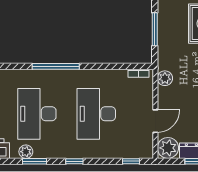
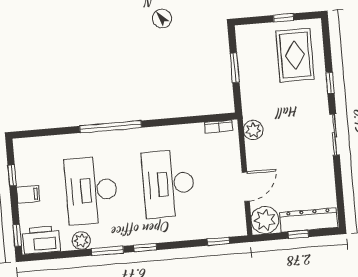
window: (155, 29) -> (235, 68), width x0.69
window: (34, 161) -> (108, 251), moved

